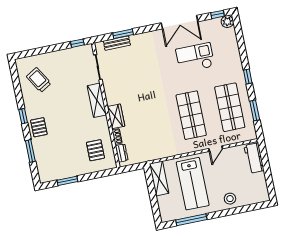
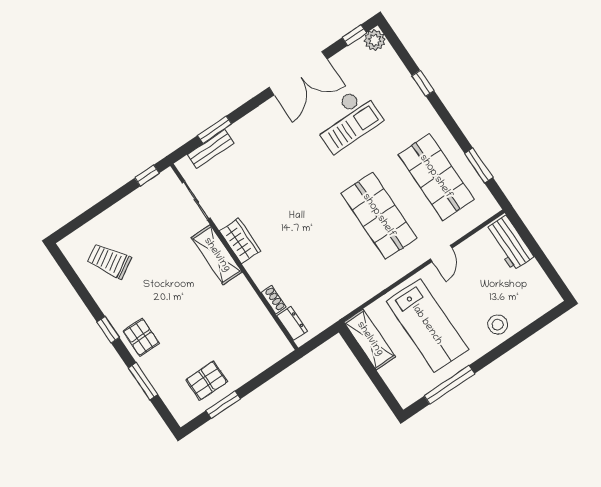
checkout: (195, 58) -> (347, 120), turned 180
window: (248, 77) -> (423, 83), moved
wardrobe: (116, 116) -> (240, 241), moved
pallet: (95, 150) -> (207, 381), moved, turned 90

